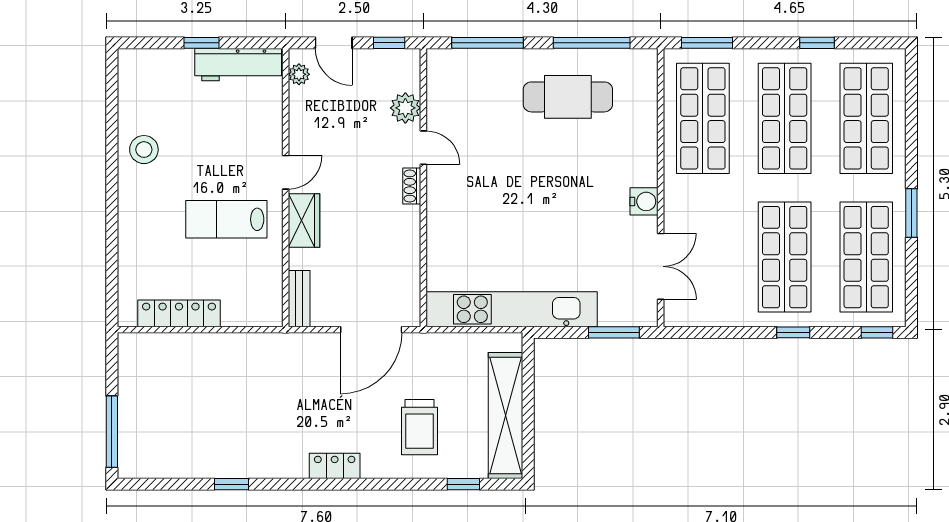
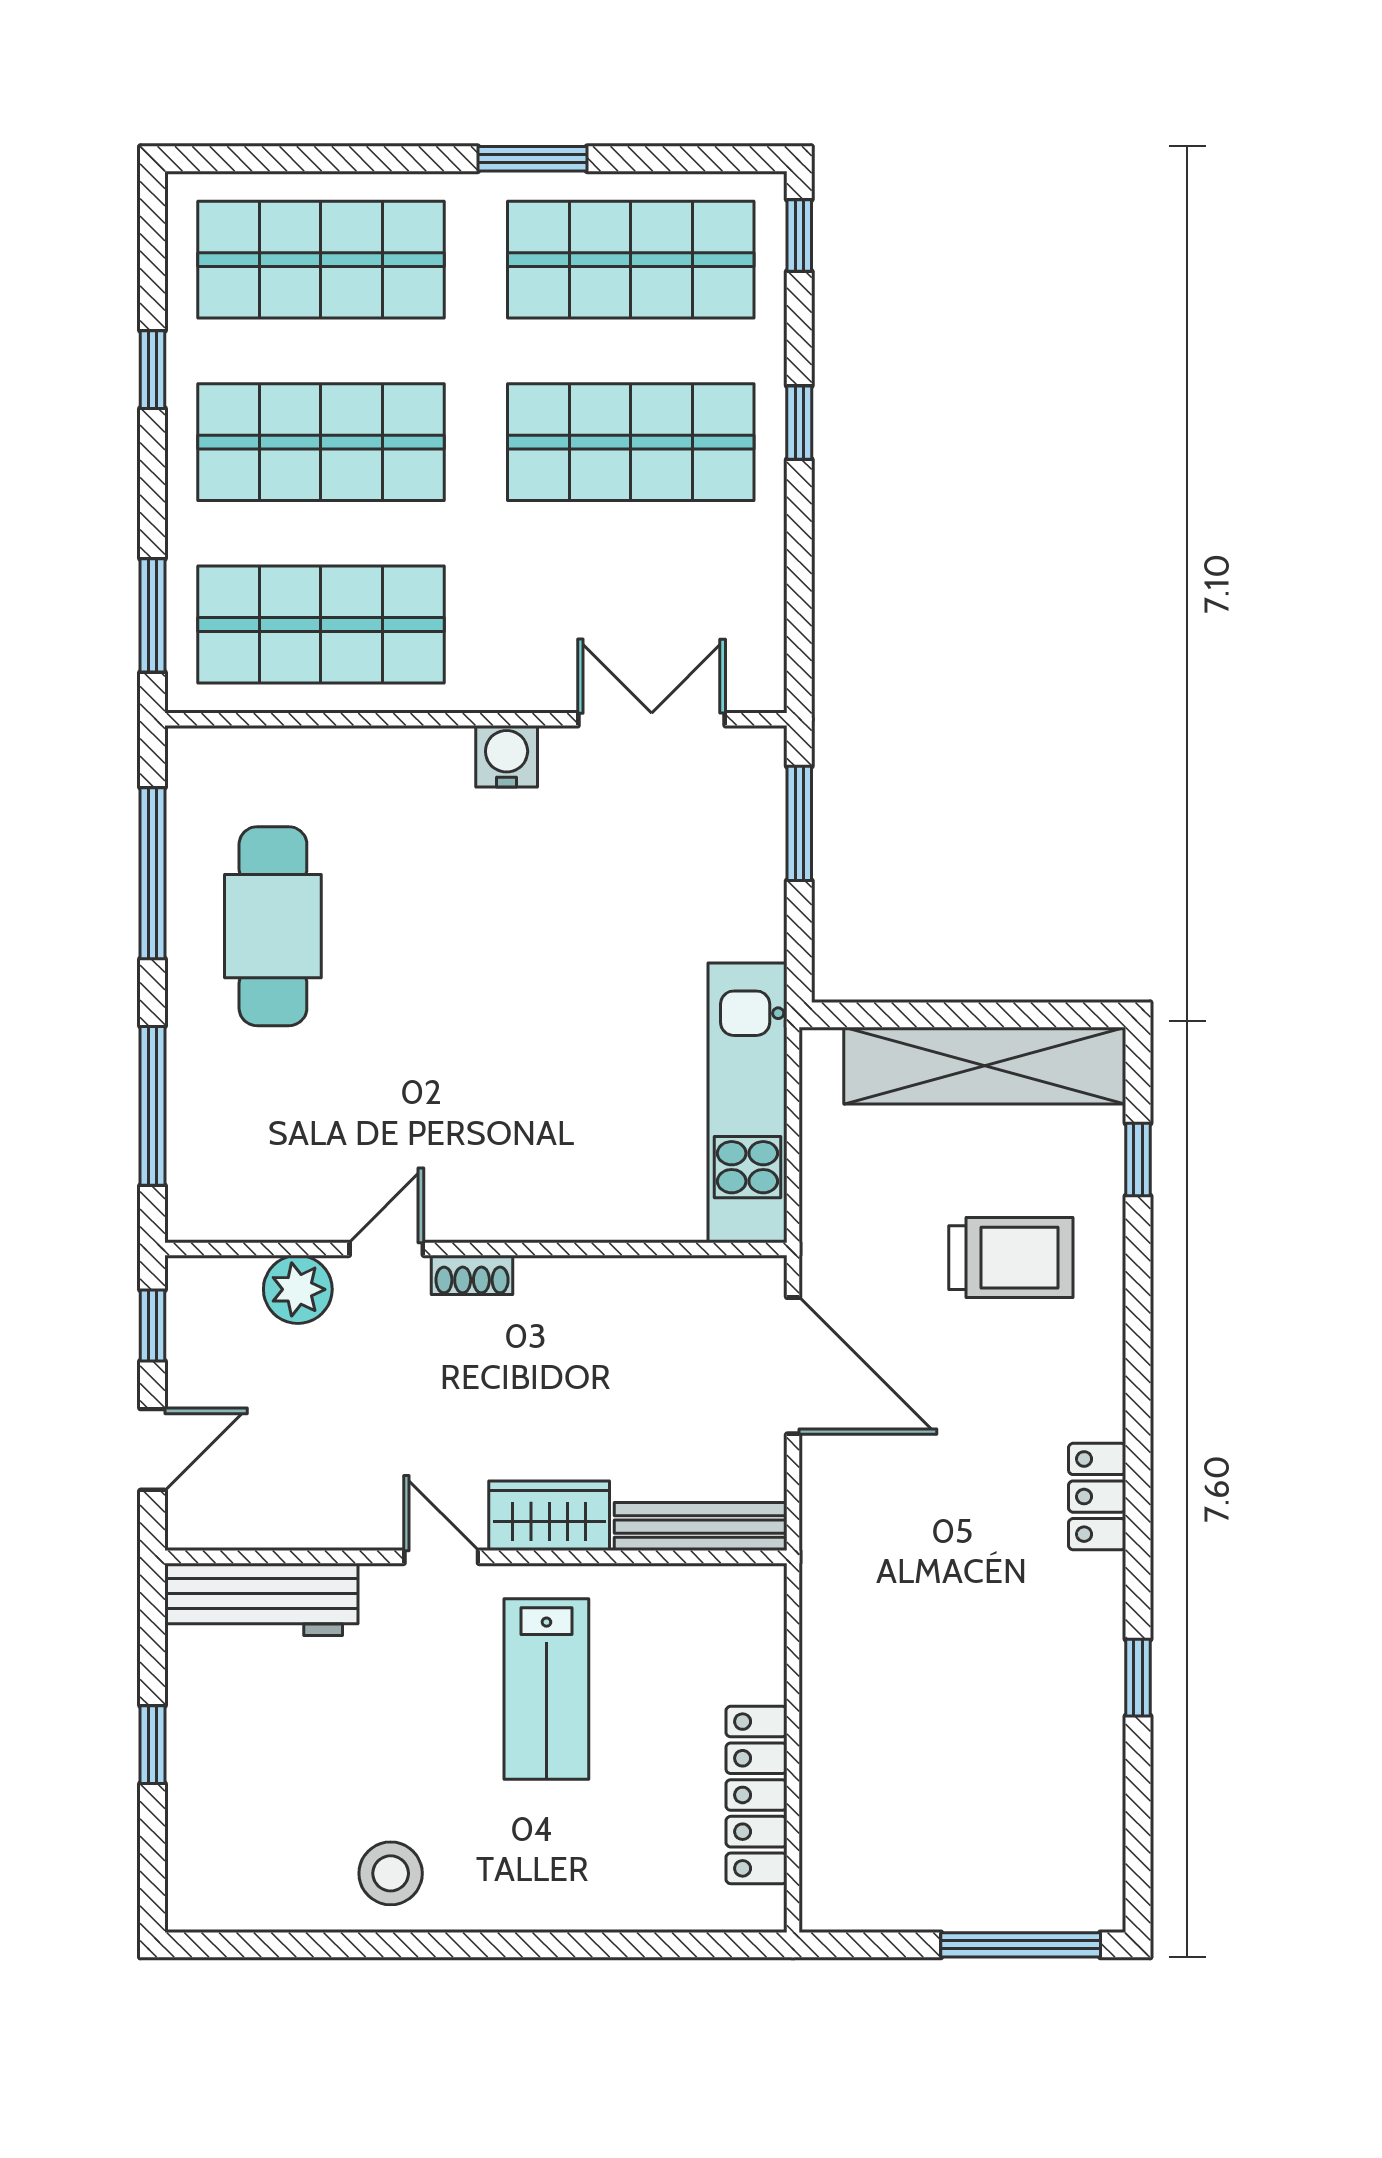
workbench: (238, 65) -> (261, 1599), moved, turned 90
plant: (299, 74) -> (222, 1527), removed
bench: (299, 299) -> (701, 1527), width x1.36
kitchen unit: (512, 309) -> (747, 1103), width x0.73
locker: (335, 466) -> (1097, 1497), moved

